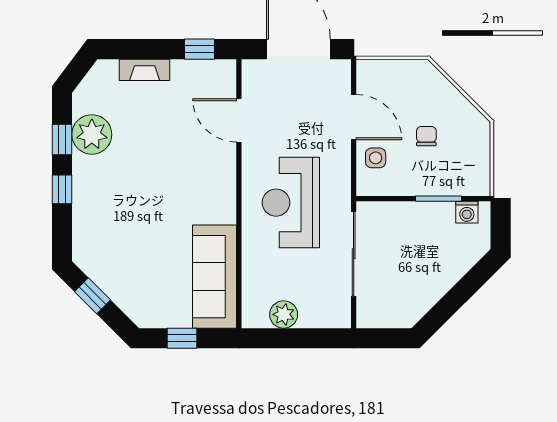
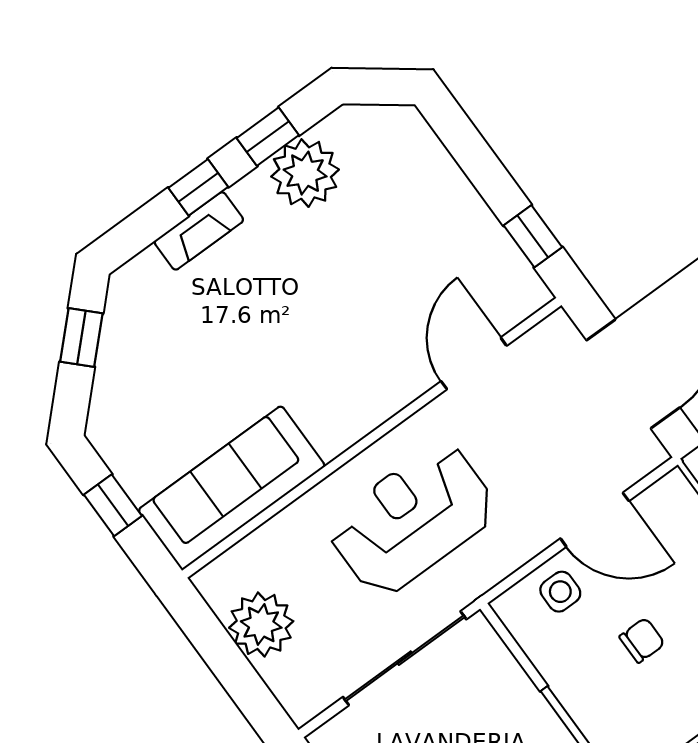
fireplace: (145, 70) -> (199, 231), moved, turned -90
door: (354, 117) -> (595, 520), hinge flipped
plant: (284, 314) -> (261, 624), width x1.36, depth x1.36

